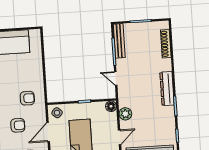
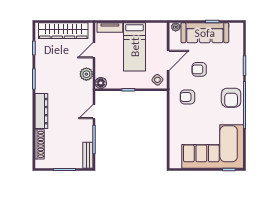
bench: (119, 41) -> (88, 155), width x0.73
door: (116, 78) -> (94, 112), swing flipped
dresser: (167, 89) -> (41, 111), moved

